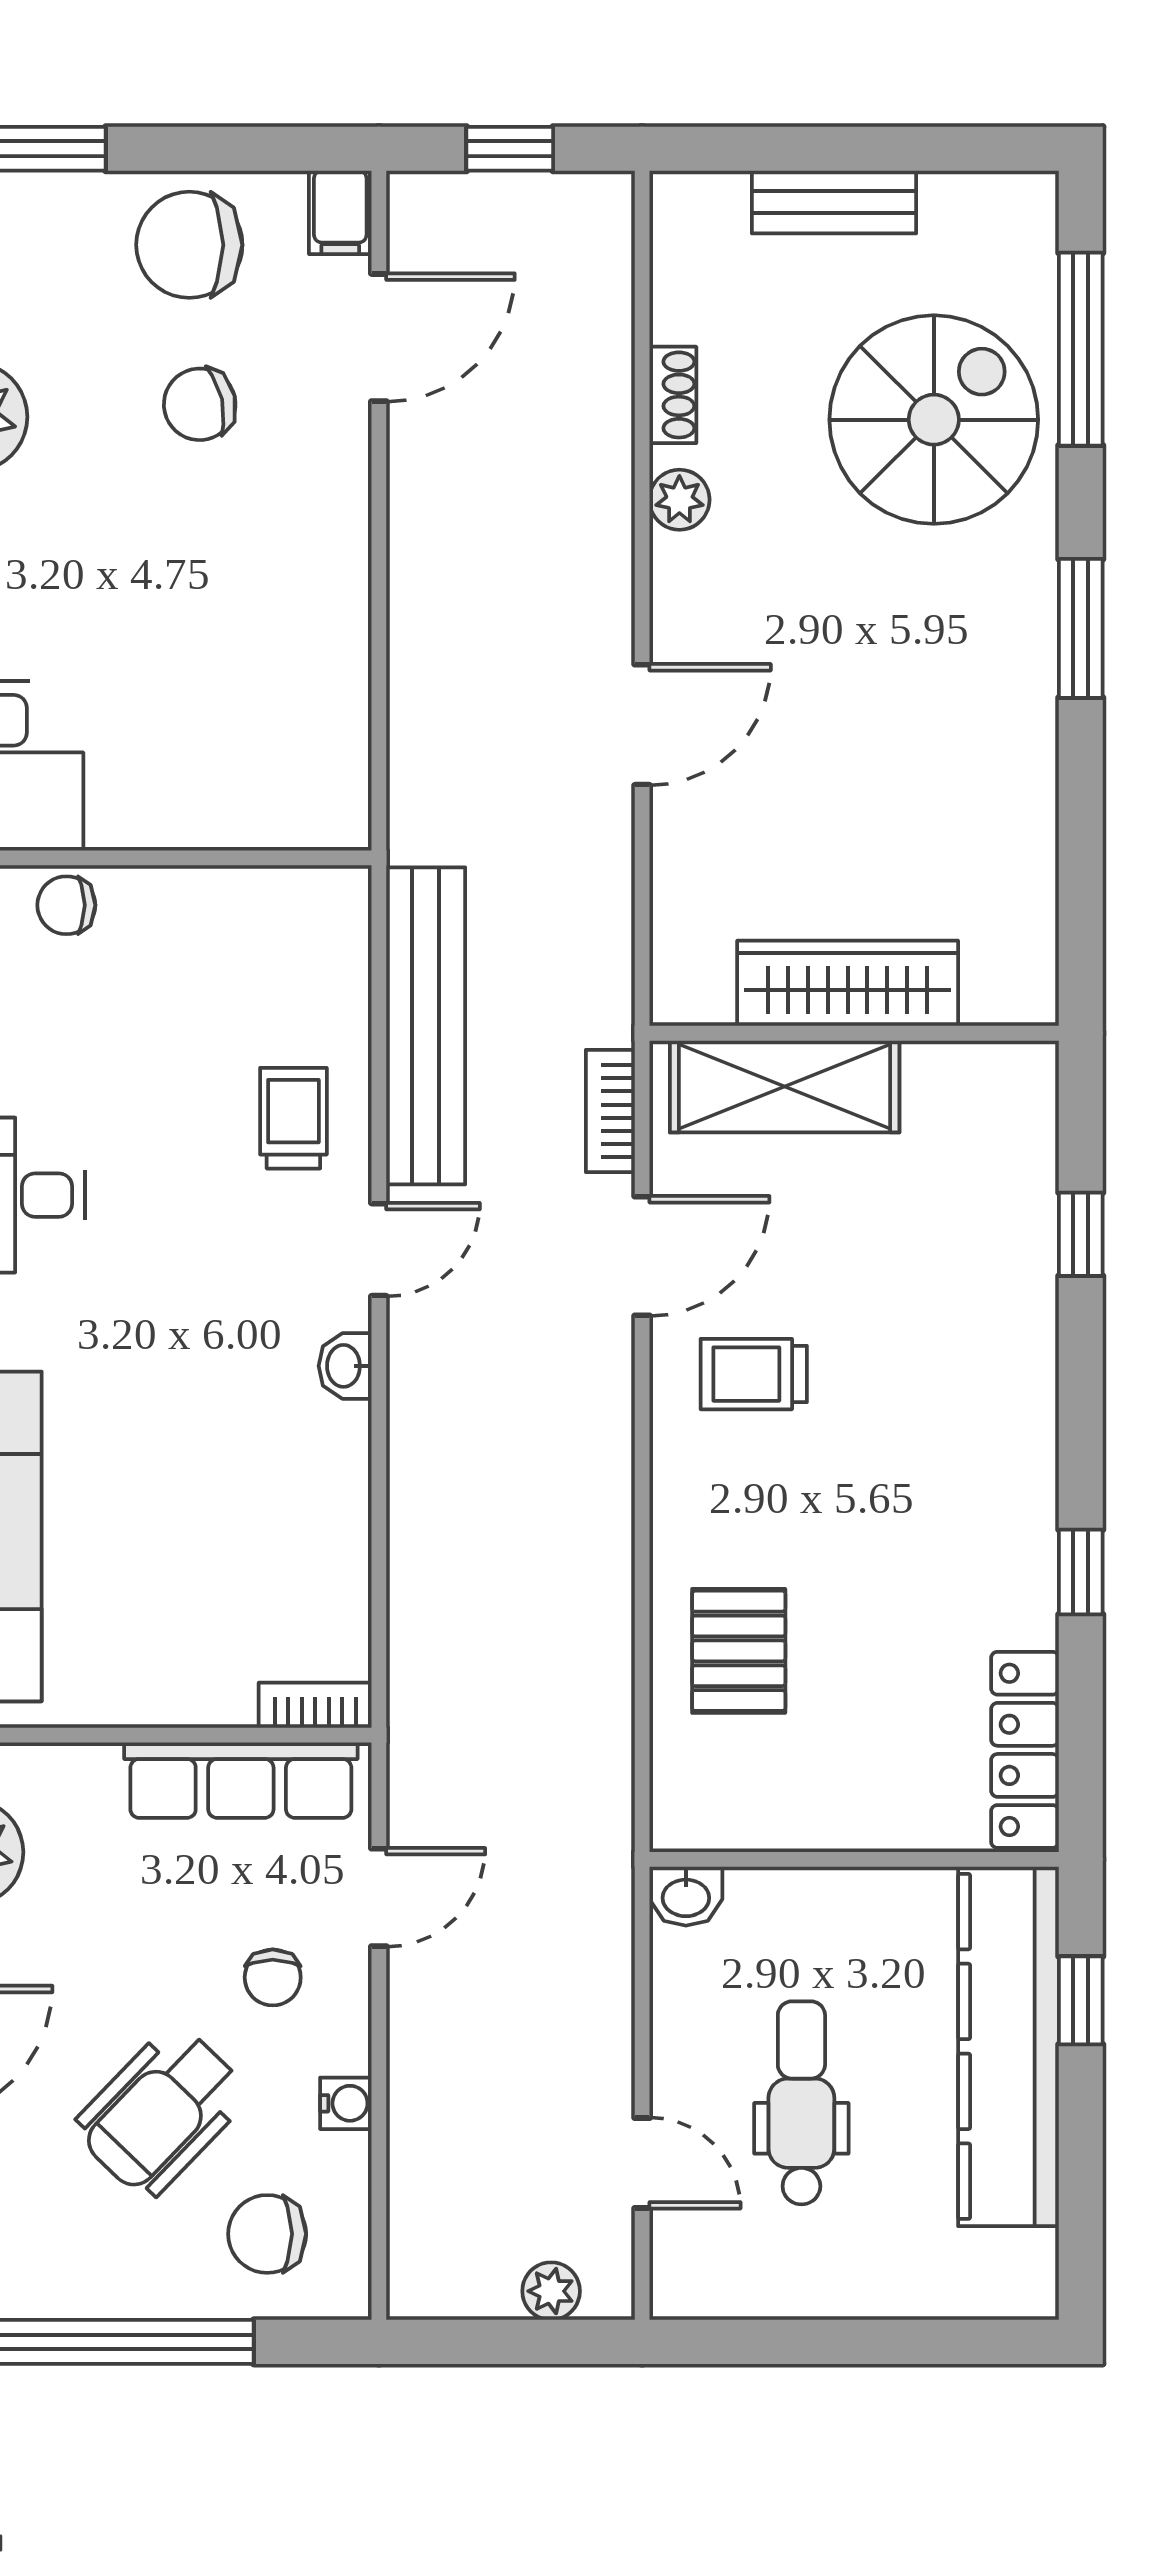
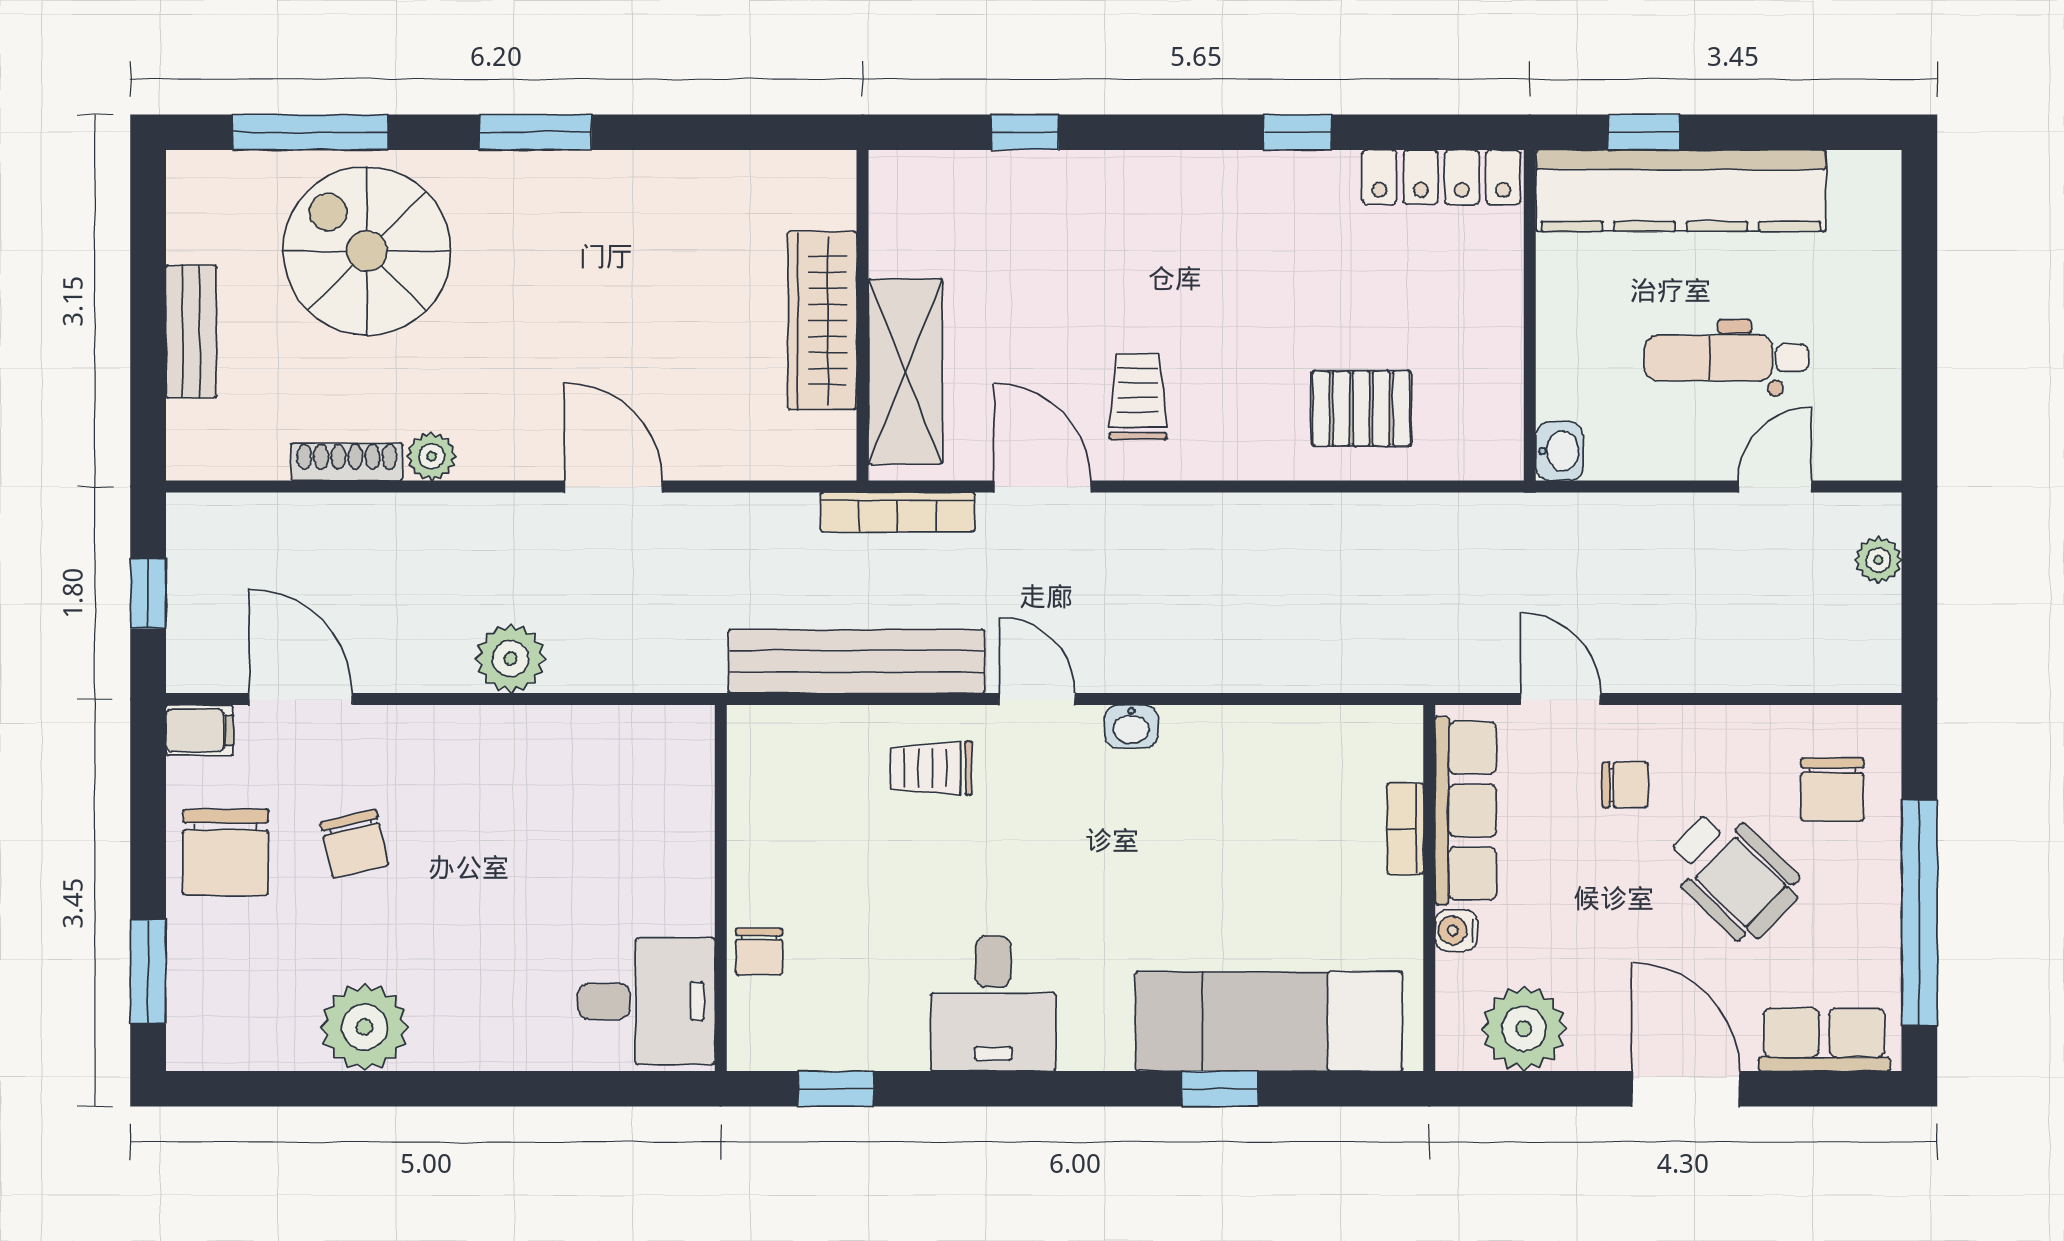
shoe rack: (673, 395) -> (347, 462), width x1.43
plant: (429, 598) -> (511, 658), added
bookcase: (610, 1111) -> (897, 512), width x1.56
trolley: (754, 1374) -> (1138, 396), turned 180
bookcase: (315, 1705) -> (1405, 829), moved
water cooler: (346, 2103) -> (1456, 930), moved, turned -90

